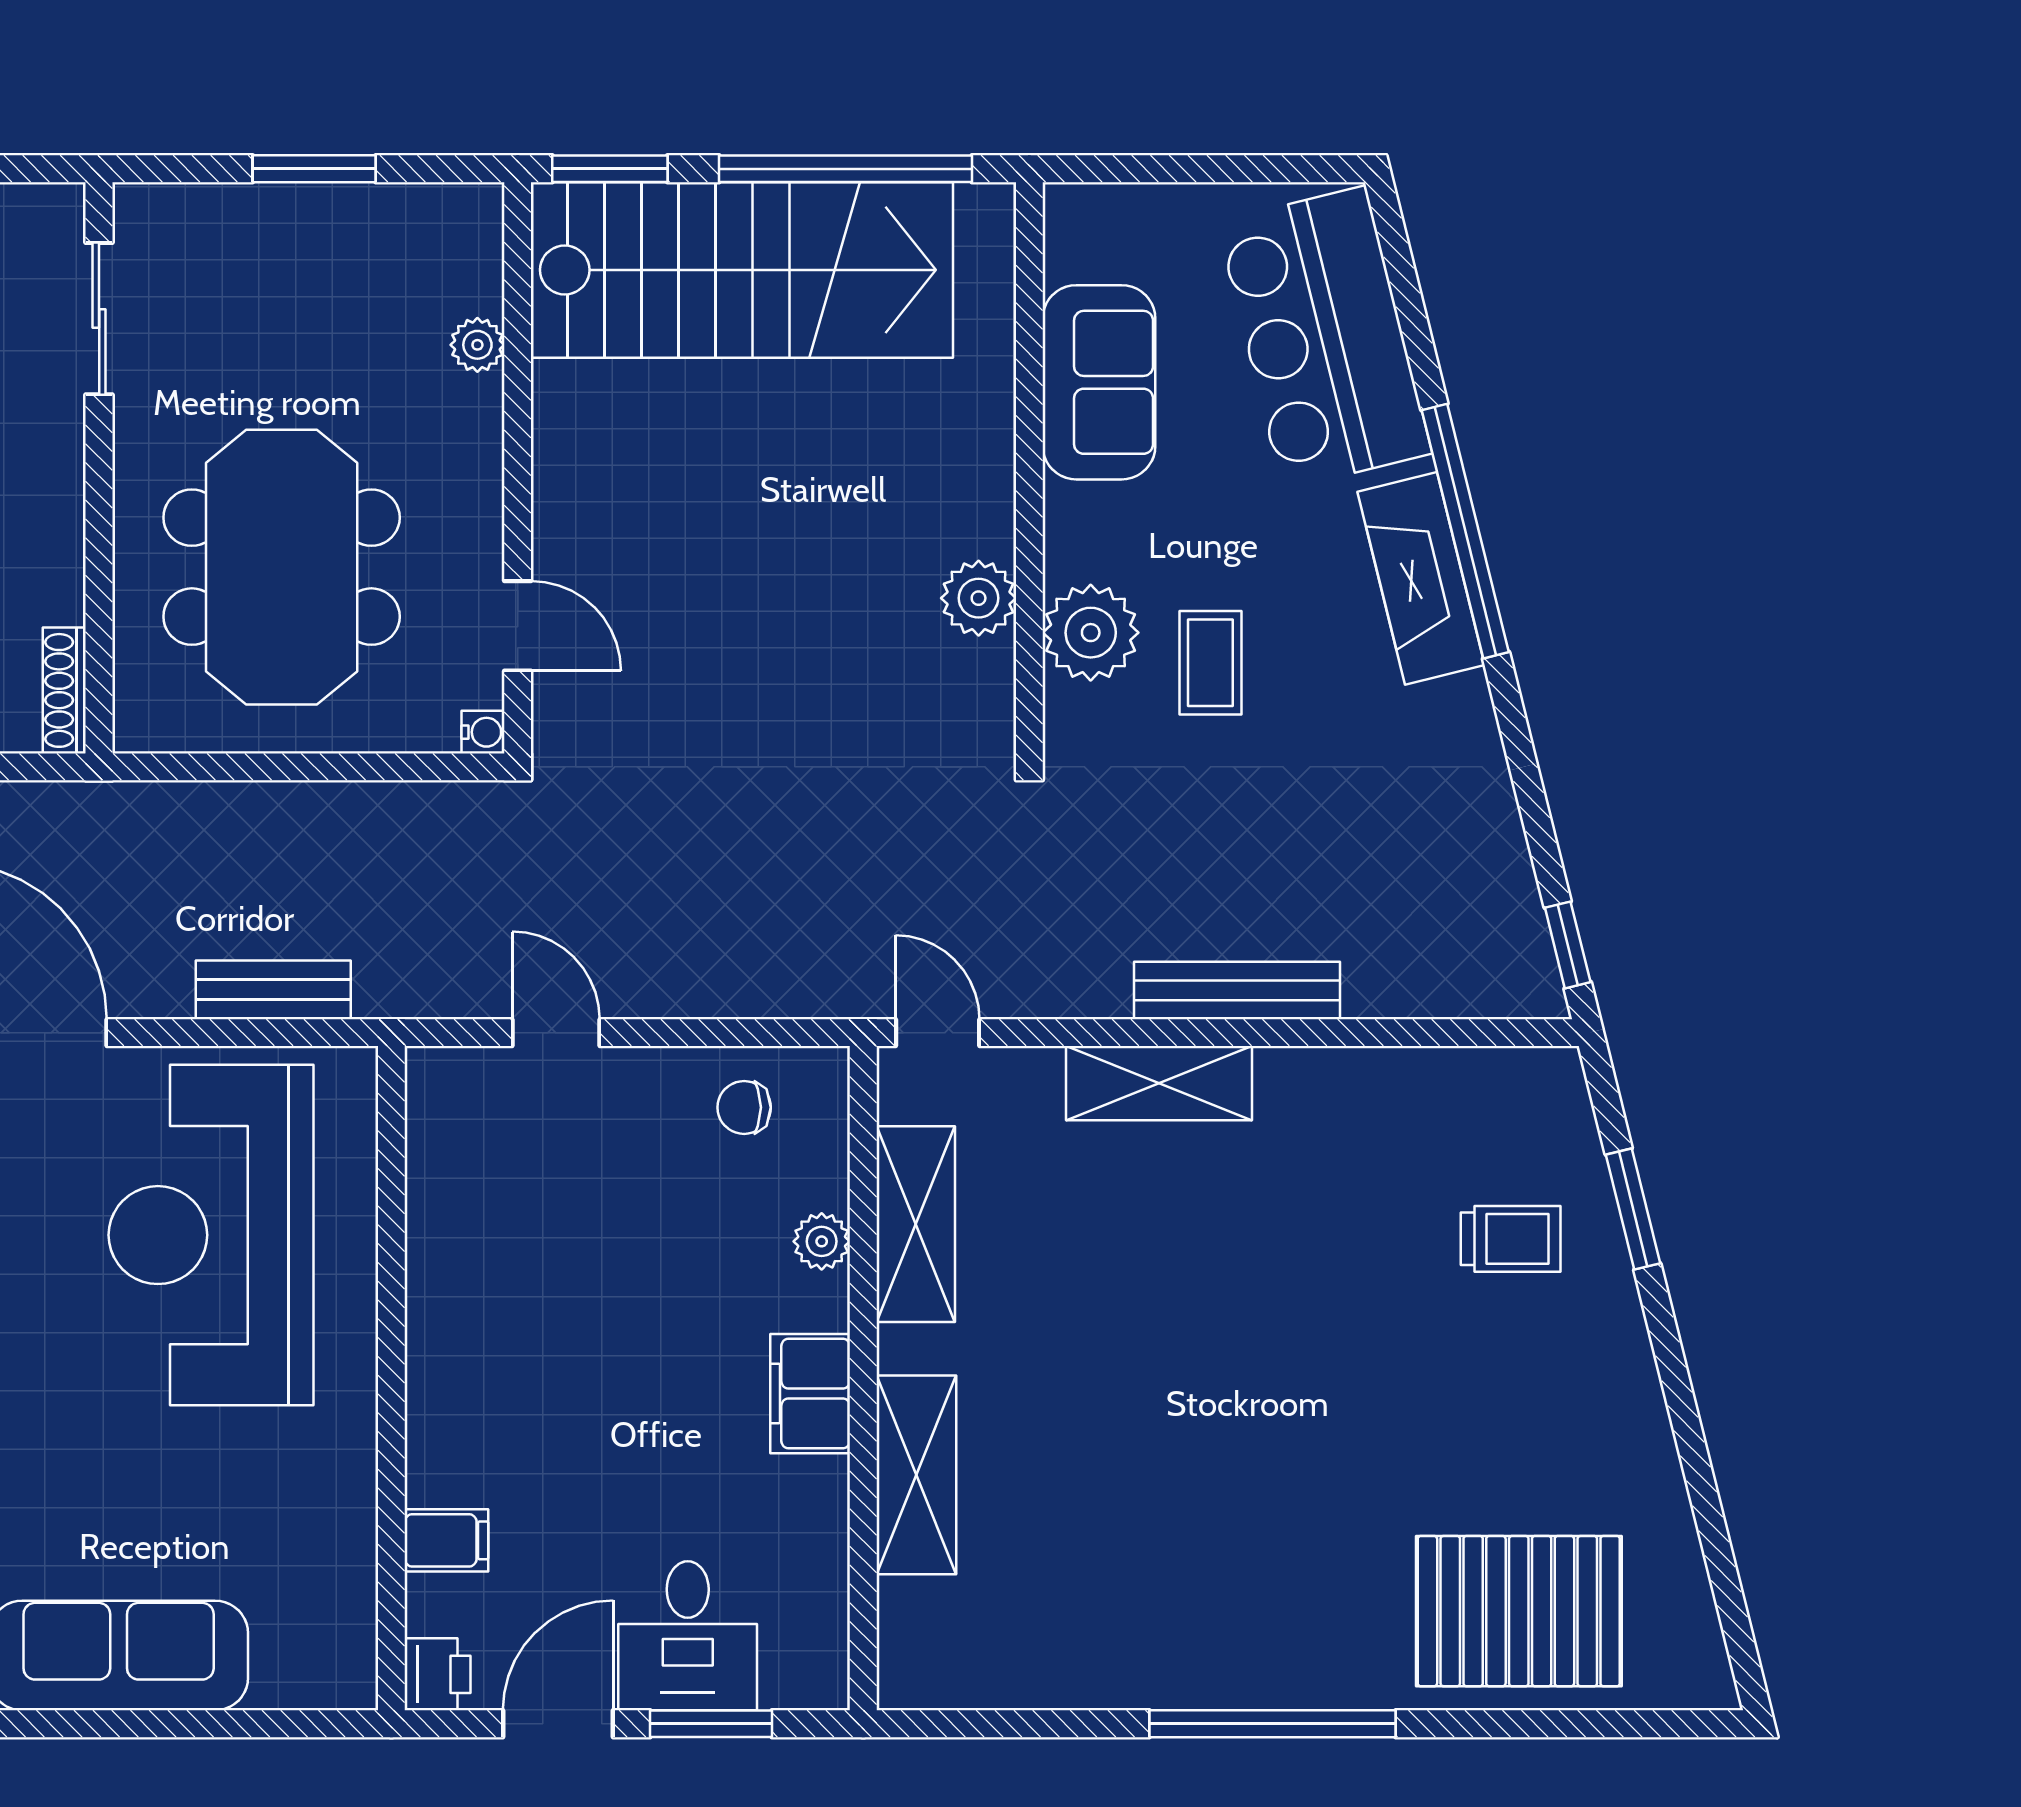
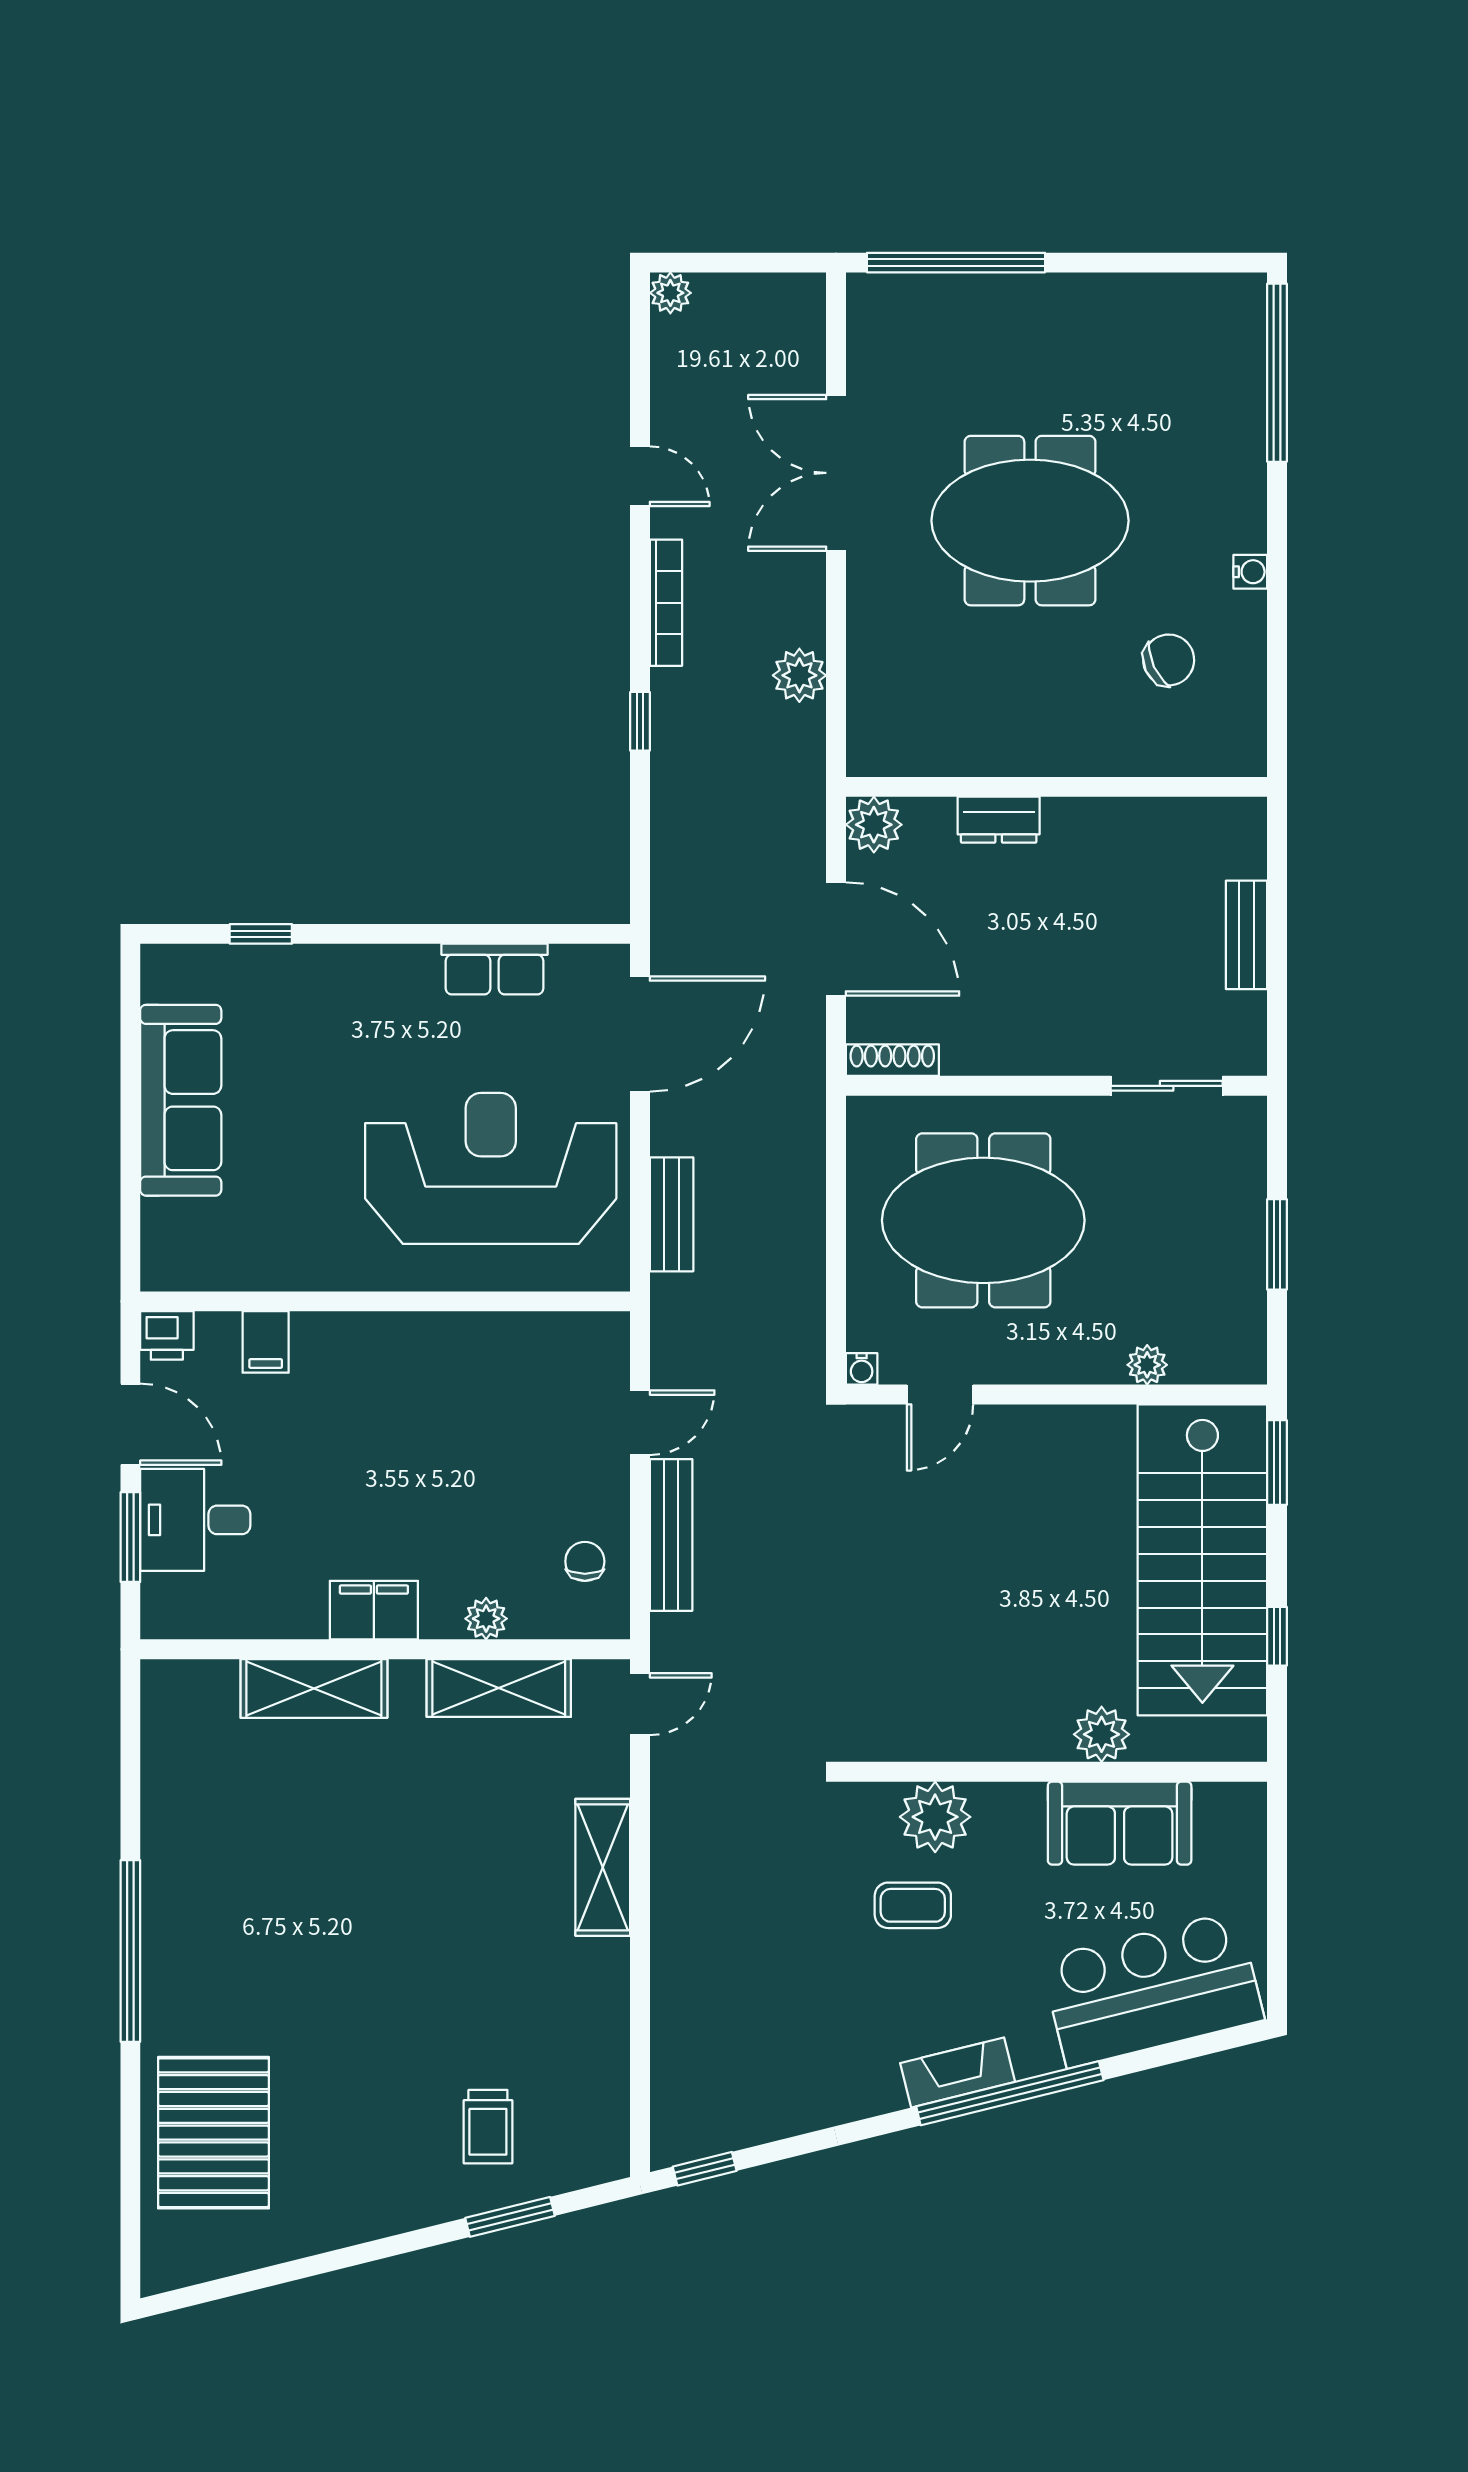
window: (846, 169) -> (1277, 1636), width x0.32
fireplace: (1421, 578) -> (958, 2072), width x0.73, depth x0.76
plant: (979, 598) -> (1102, 1734), moved
bench: (1237, 991) -> (671, 1535), moved

